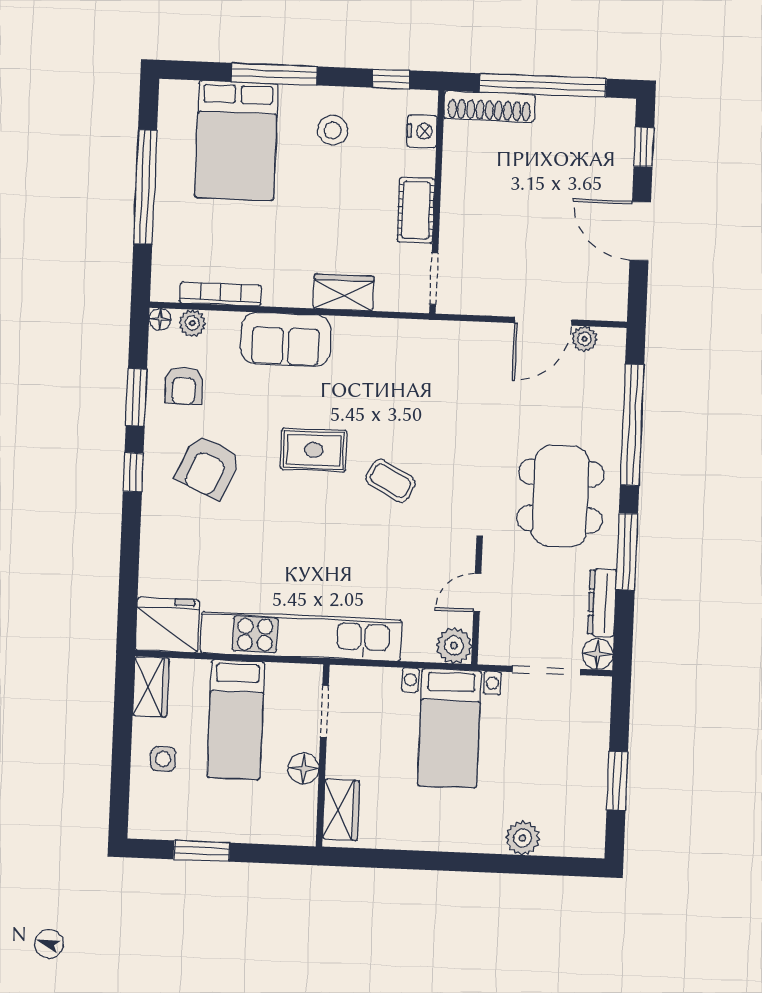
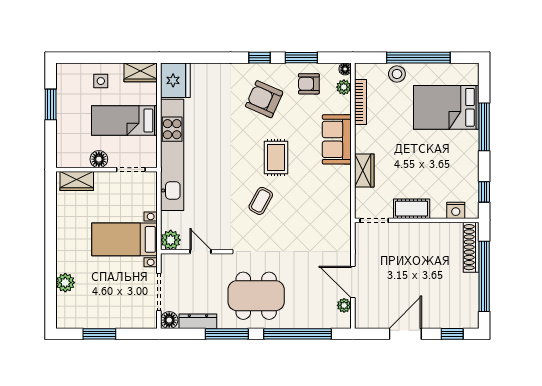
stool: (333, 130) -> (397, 74), moved

